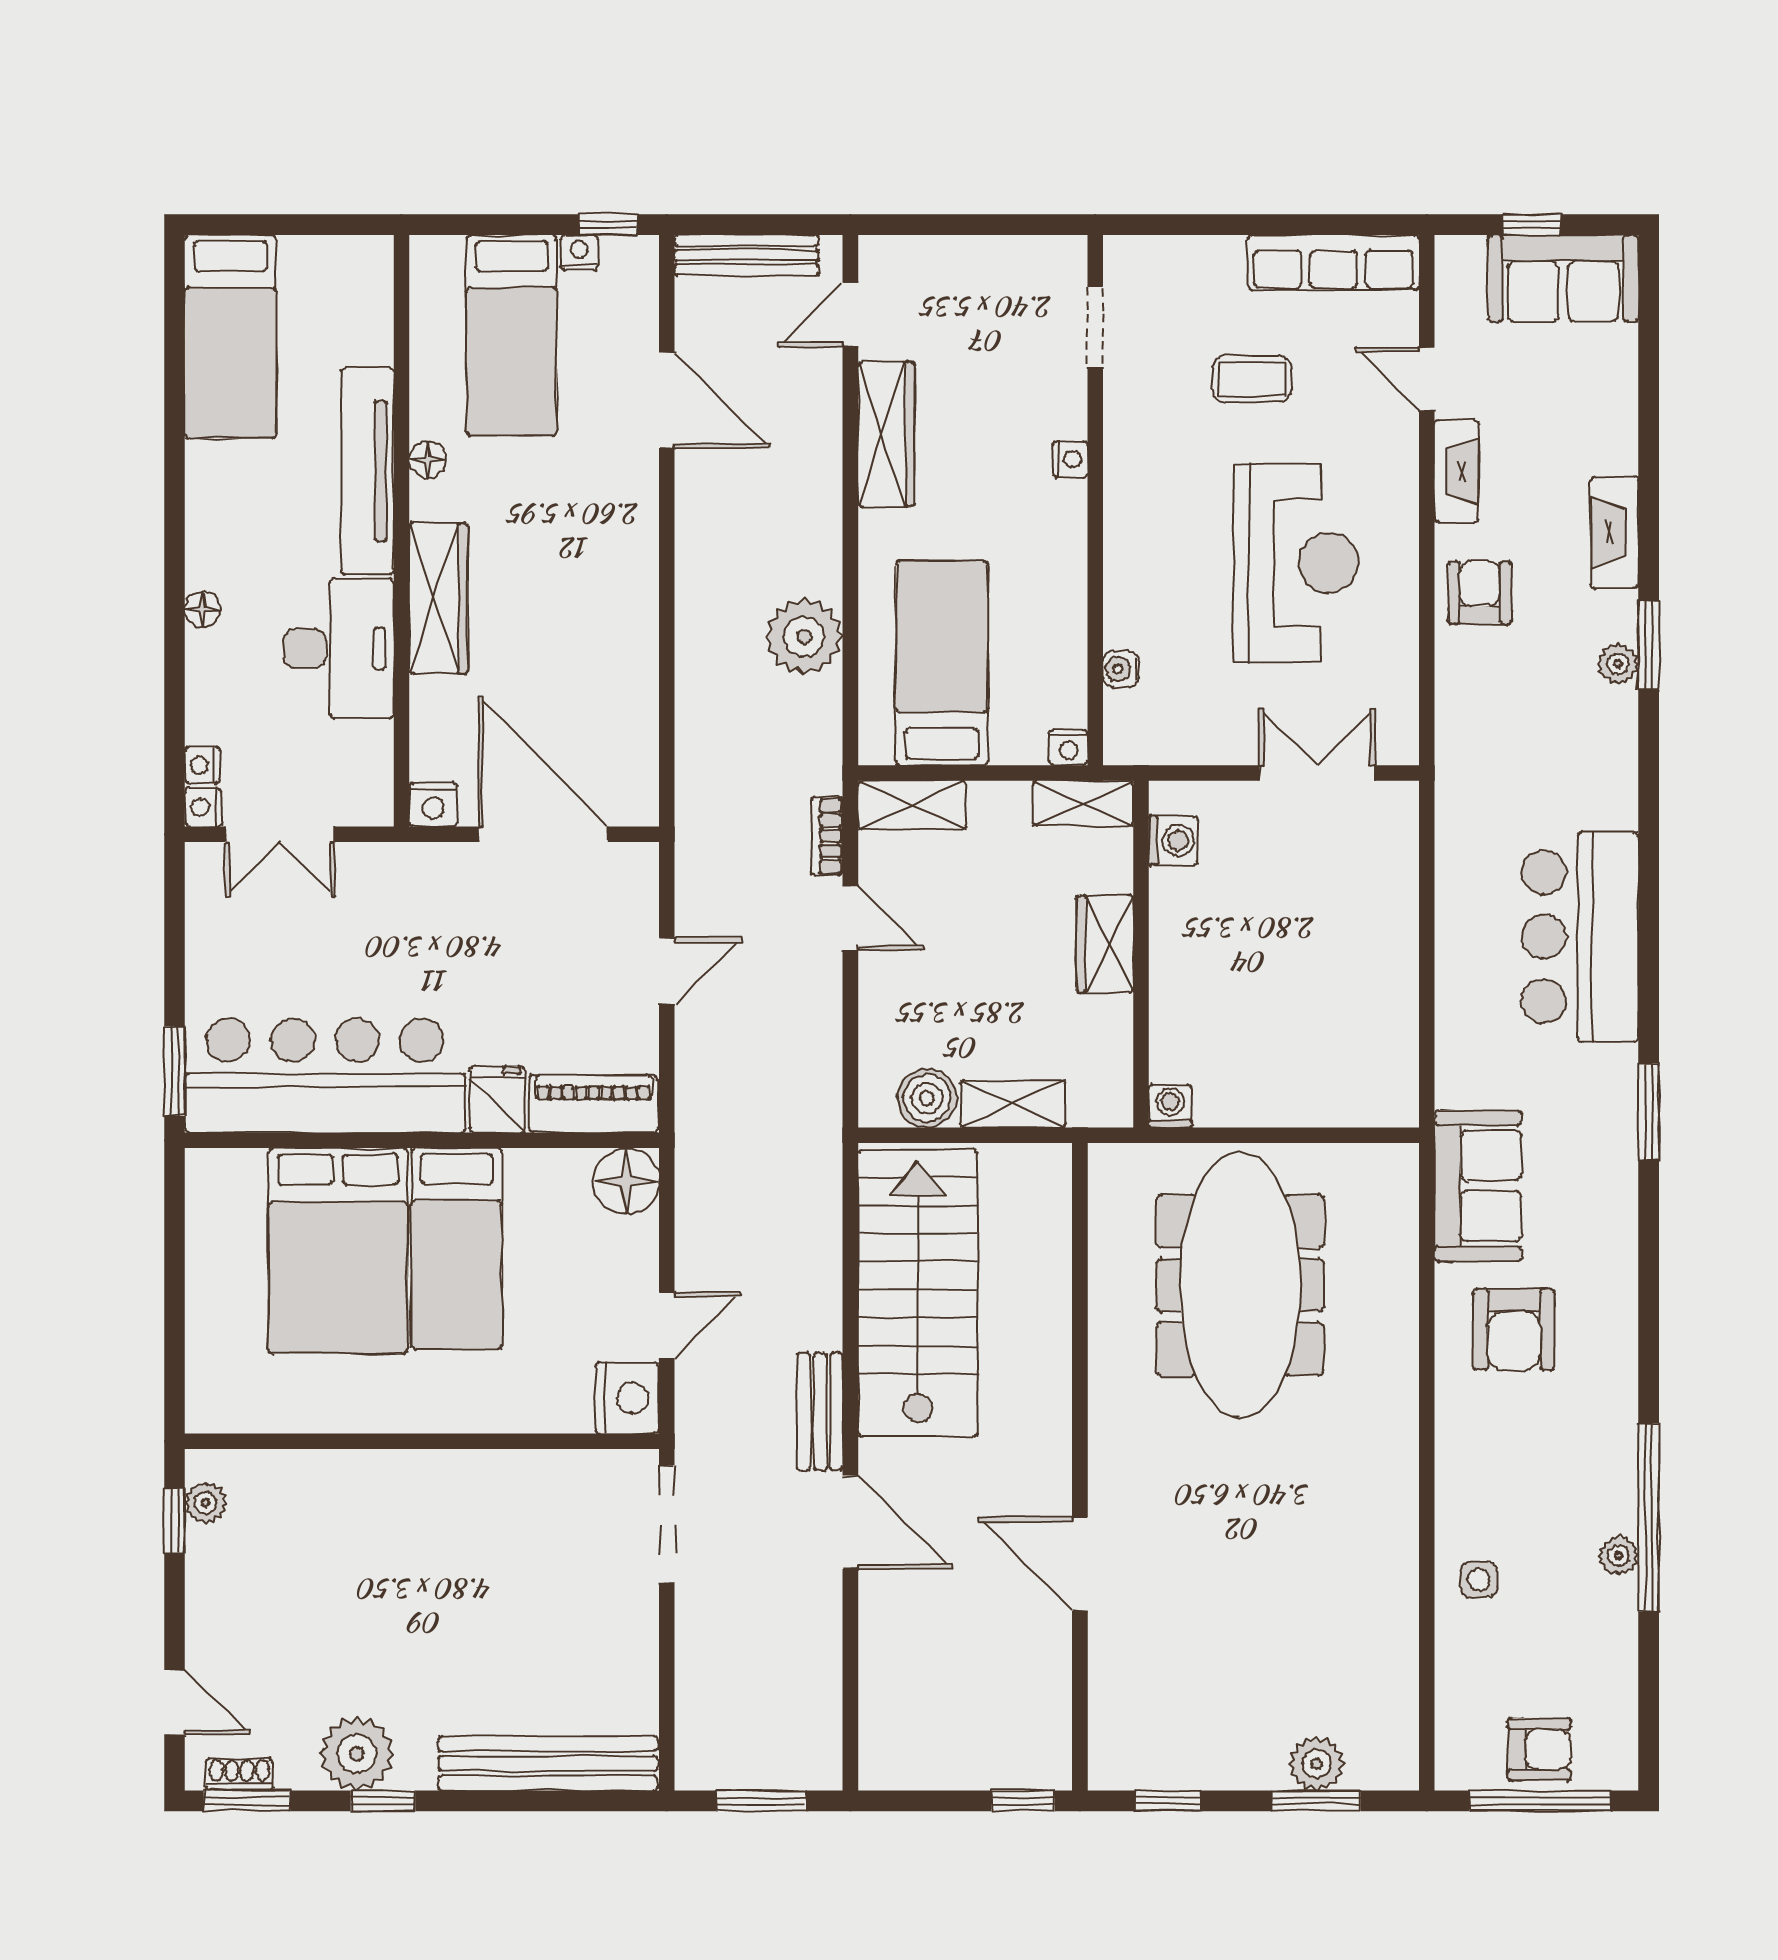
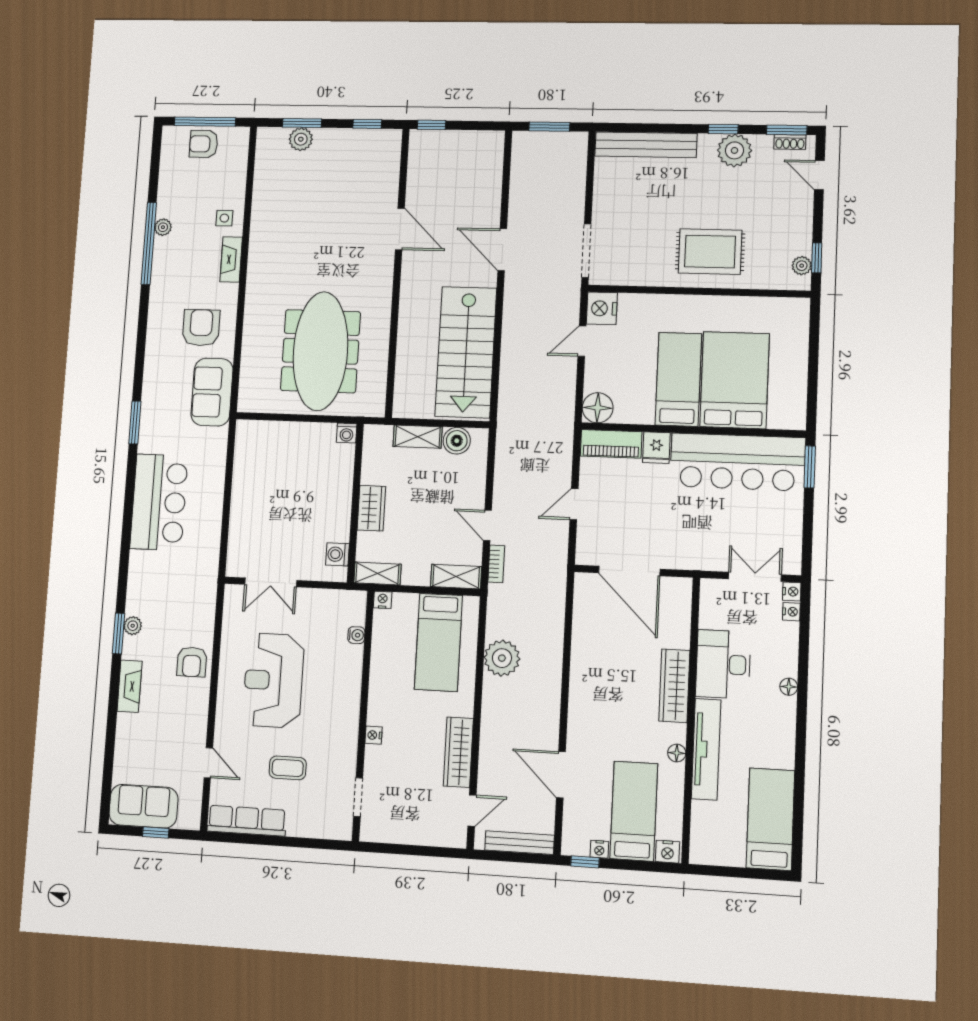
fireplace: (1456, 471) -> (231, 260), moved
nightstand: (433, 805) -> (667, 852), moved, turned 180
bench: (820, 1412) -> (513, 300), removed
rug: (400, 1529) -> (710, 252), added

